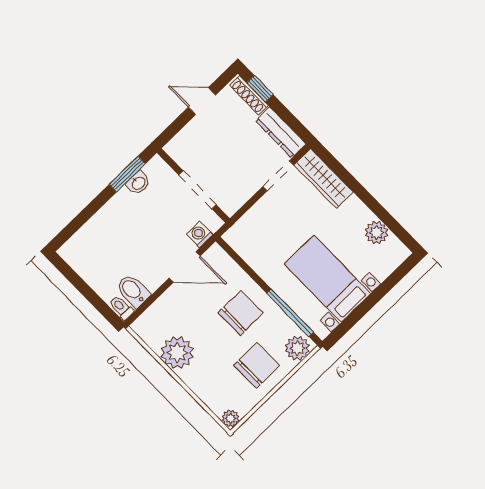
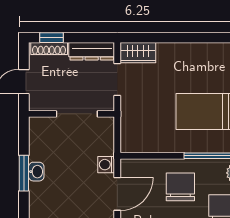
wardrobe: (324, 178) -> (138, 53), width x0.67
wall: (193, 186) -> (72, 114), moved
doorway: (198, 190) -> (77, 114), moved
plant: (377, 233) -> (213, 53), removed

